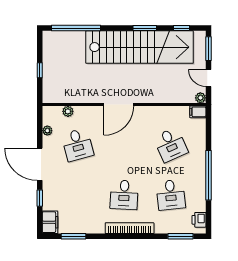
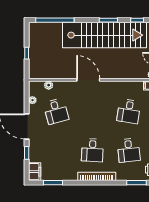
door: (119, 105) -> (88, 80), swing flipped
desk: (171, 145) -> (129, 111), turned 33

